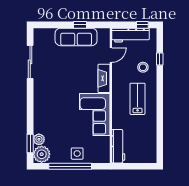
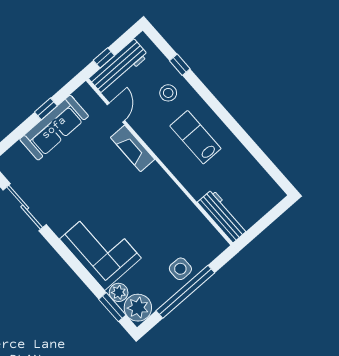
window: (142, 25) -> (104, 58), moved
corner sofa: (95, 115) -> (100, 249), moved, turned 180

